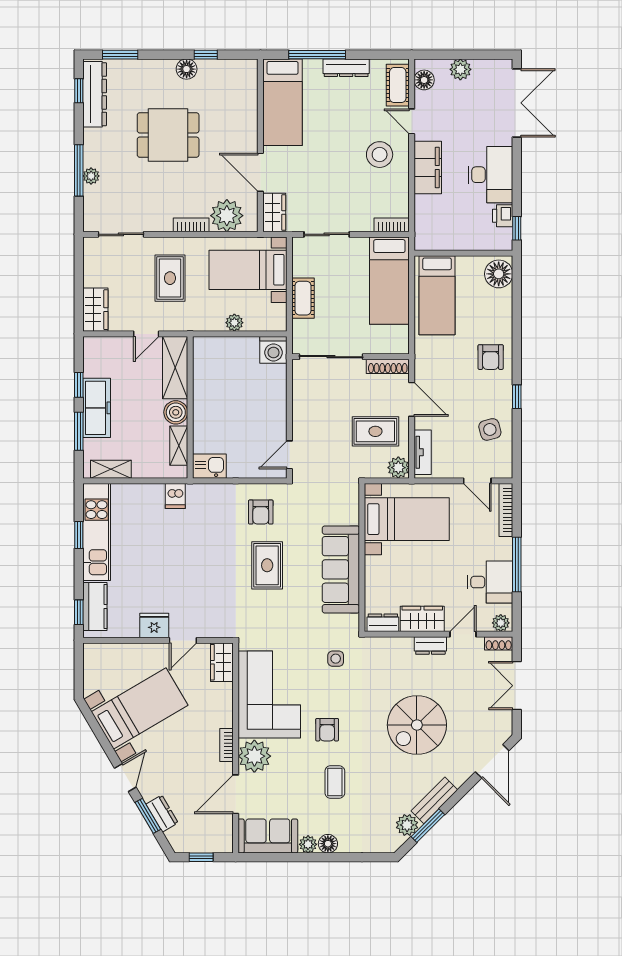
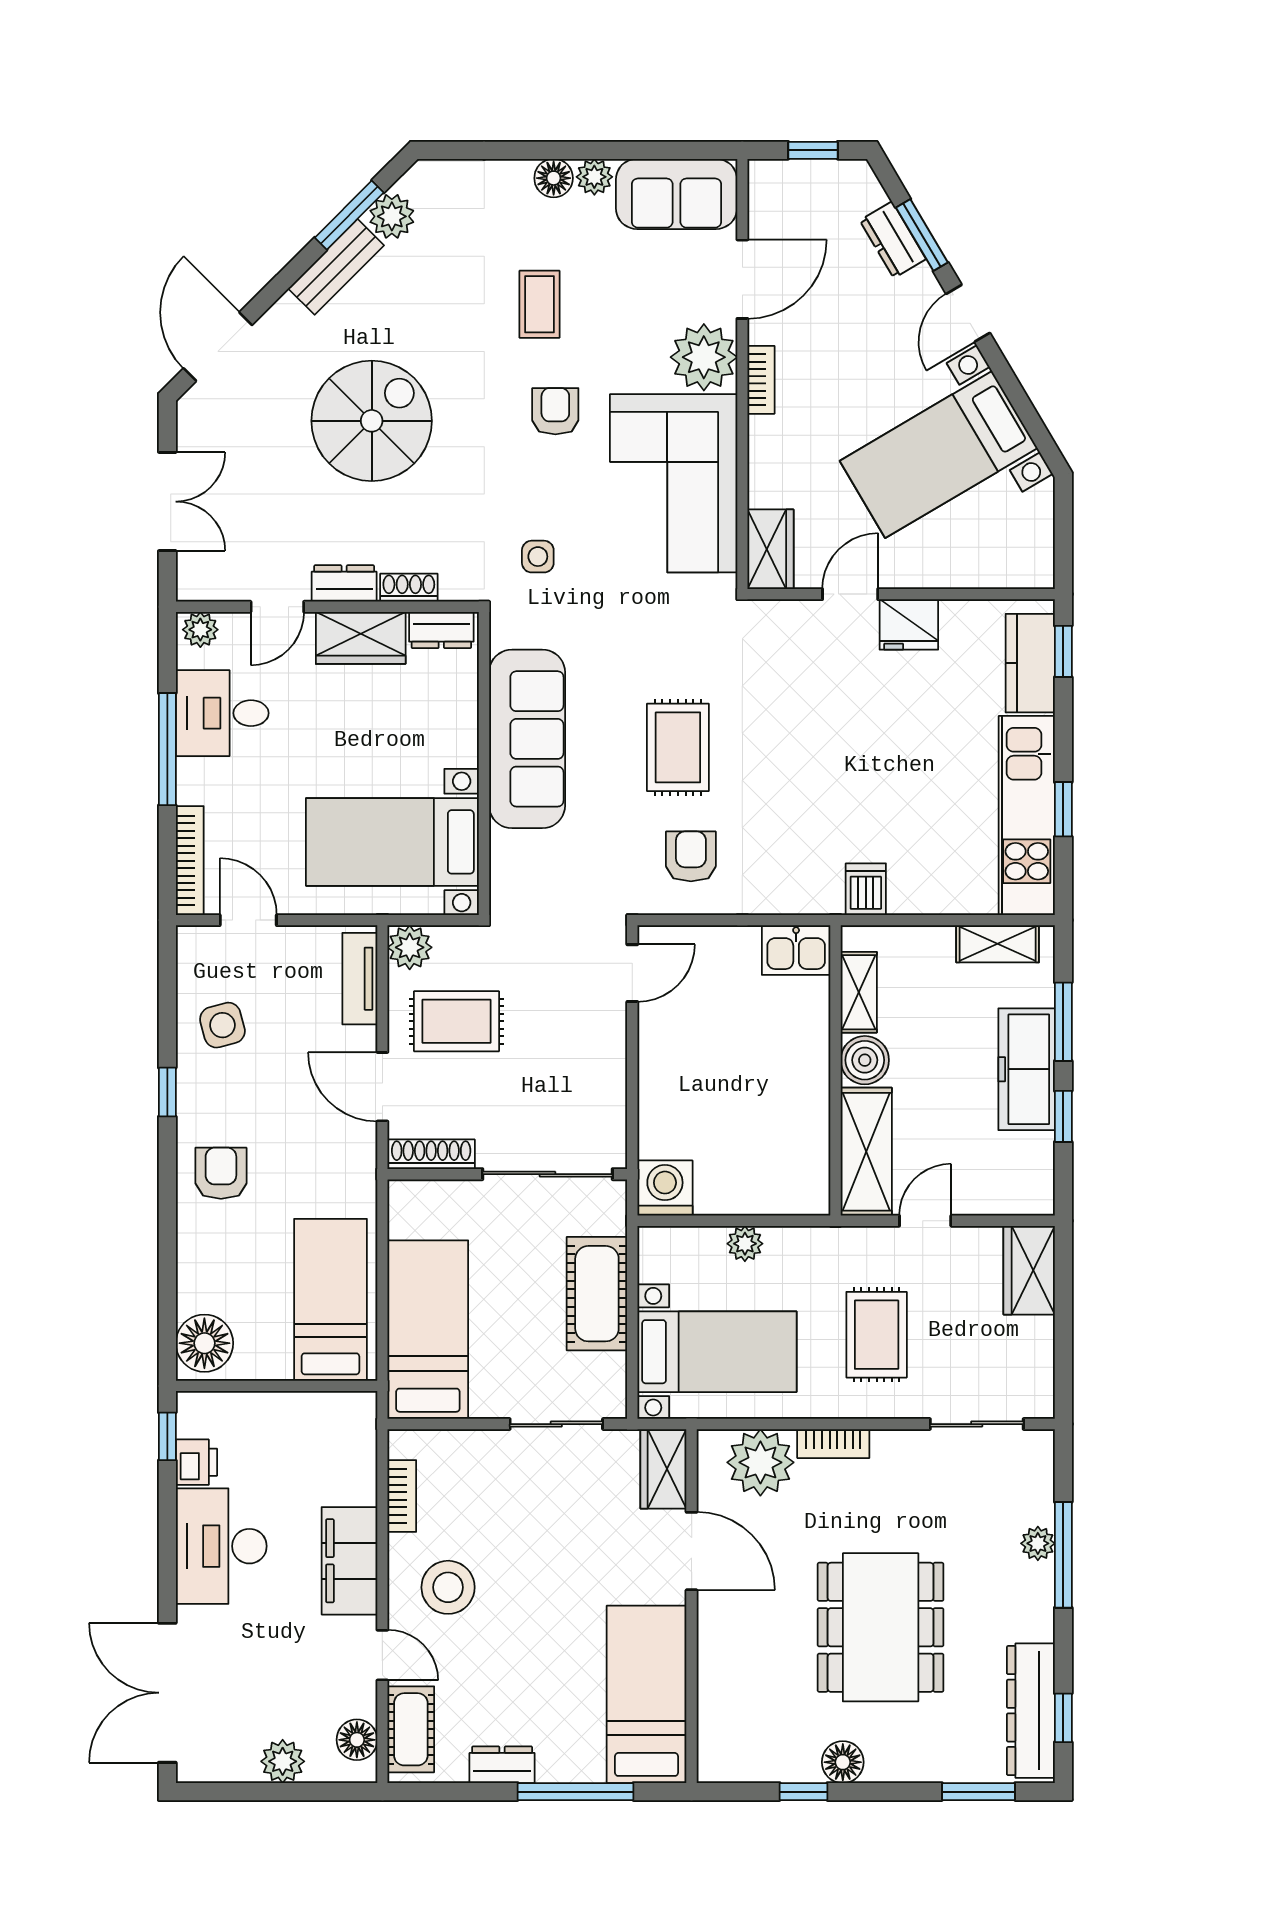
dresser: (346, 68) -> (502, 1765), width x0.70
dining table: (168, 135) -> (881, 1627), width x1.38
bookcase: (392, 225) -> (402, 1496), moved, turned -90
cot: (303, 298) -> (597, 1294), width x1.37, depth x1.34
shoe rack: (499, 643) -> (409, 588), moved

